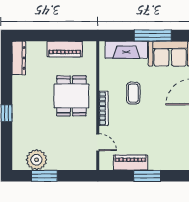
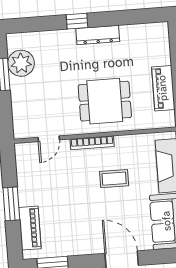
dresser: (19, 58) -> (98, 35), moved
piano: (130, 163) -> (30, 228), moved

